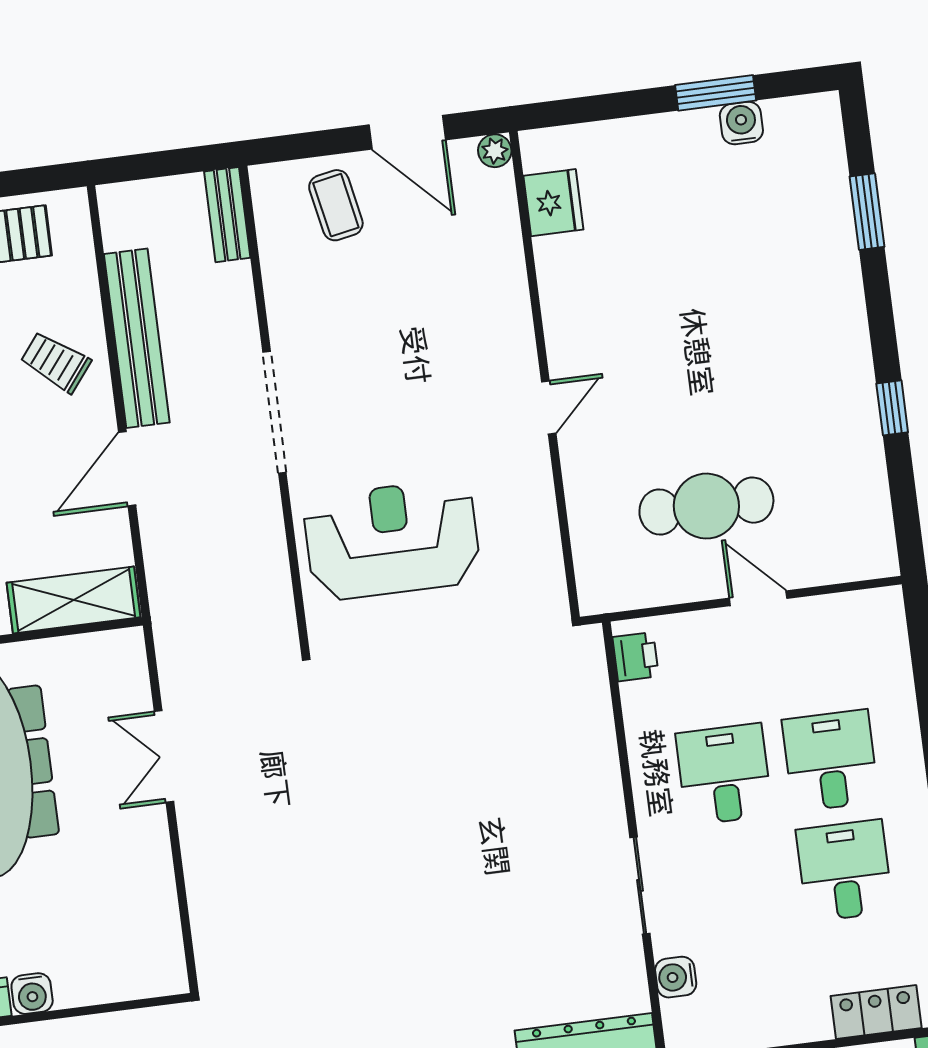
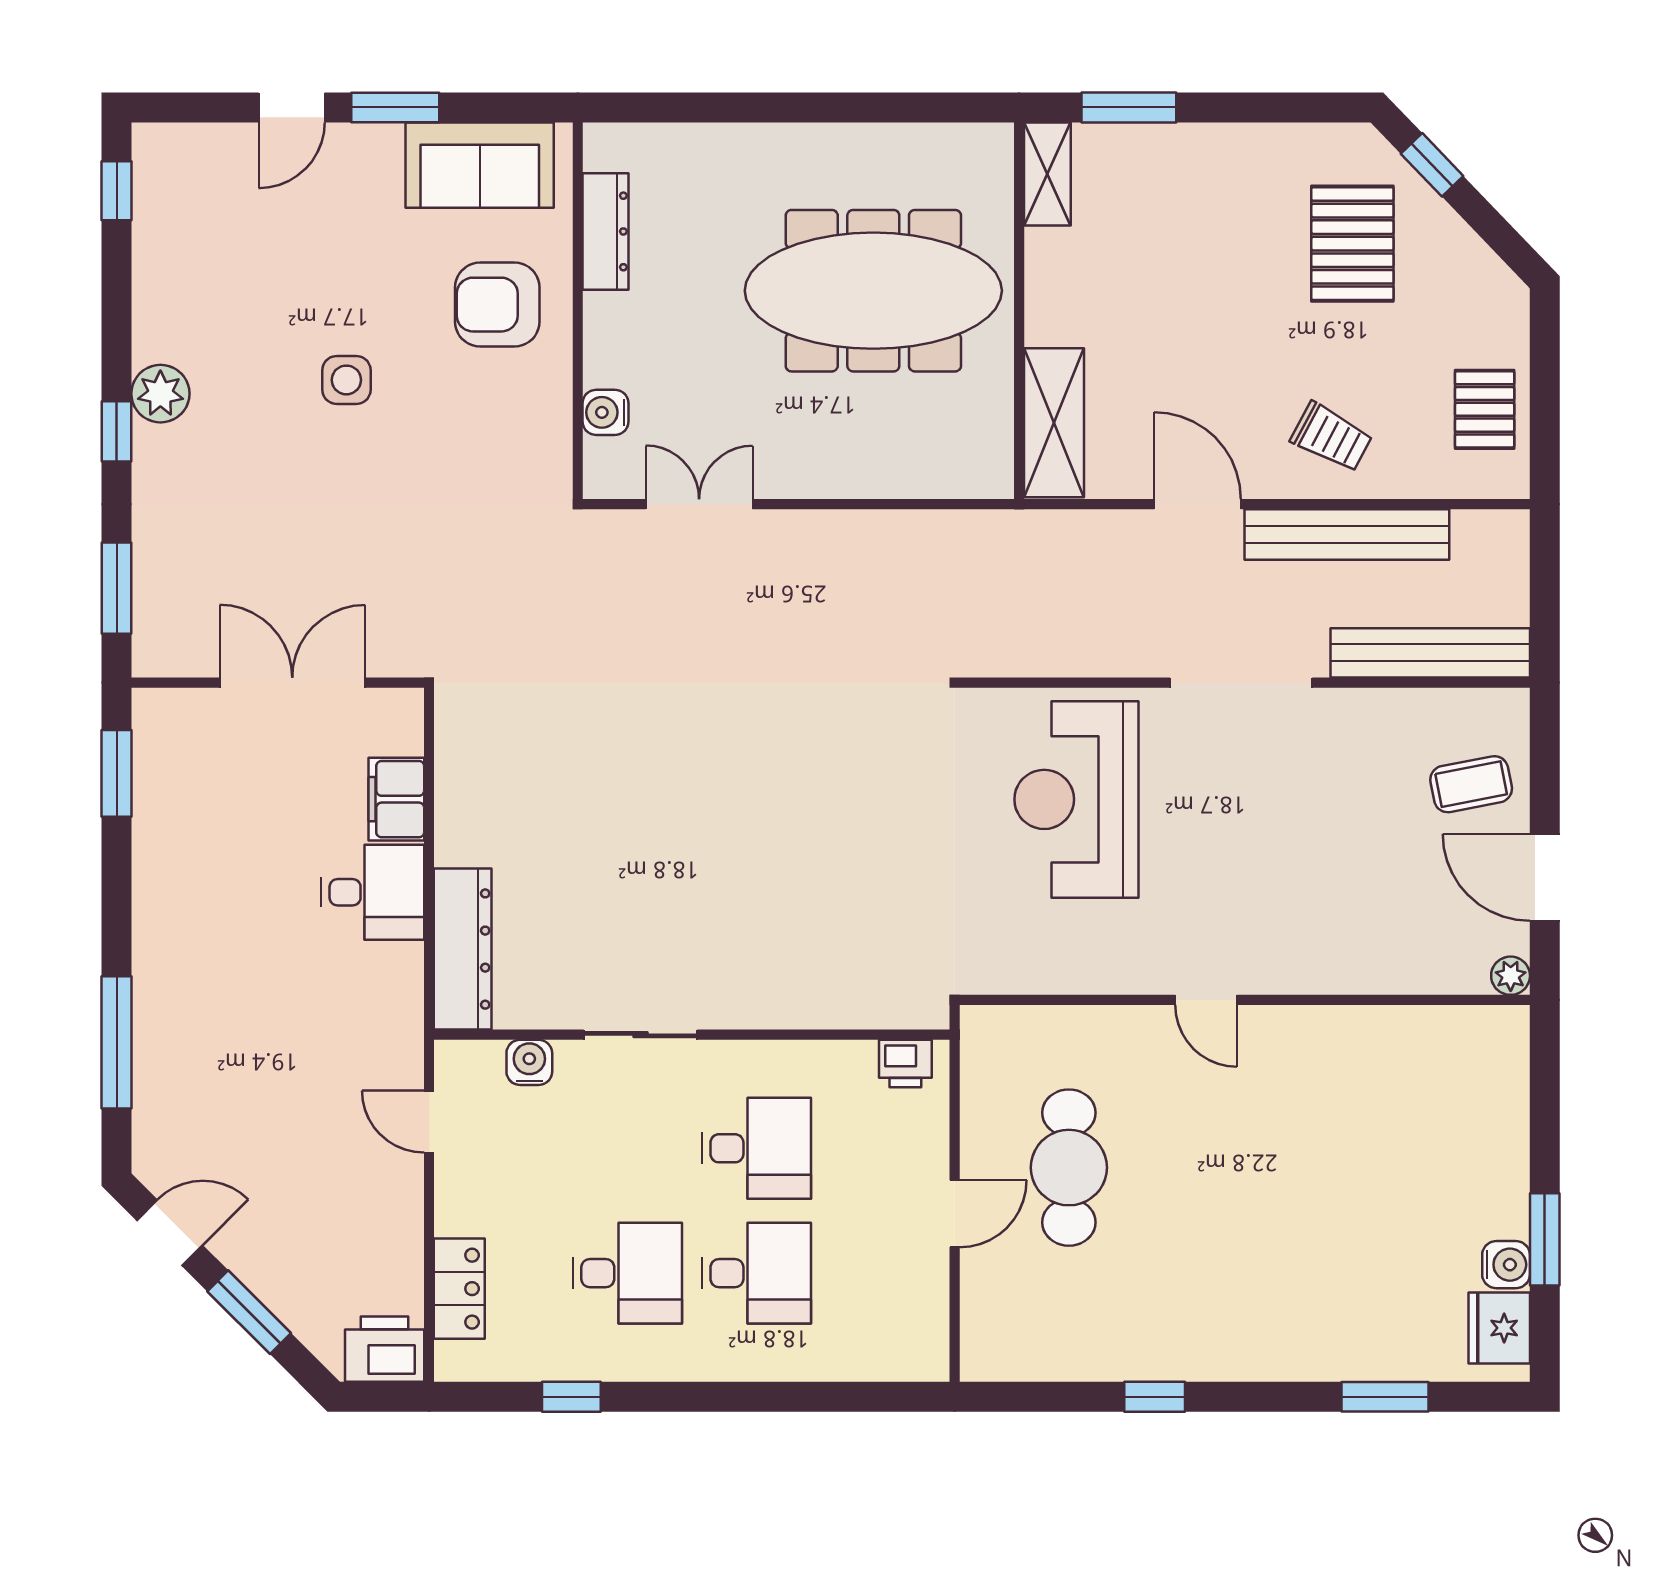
door: (407, 132) -> (1545, 877), hinge flipped
fridge: (553, 203) -> (1499, 1328), moved, turned 90
bench: (227, 215) -> (1430, 653), width x1.86, depth x1.21
trolley: (56, 362) -> (1332, 437), turned 80
reception desk: (392, 540) -> (1076, 799), turned 180
double door: (164, 757) -> (699, 504), moved
water cooler: (32, 994) -> (606, 412), moved

